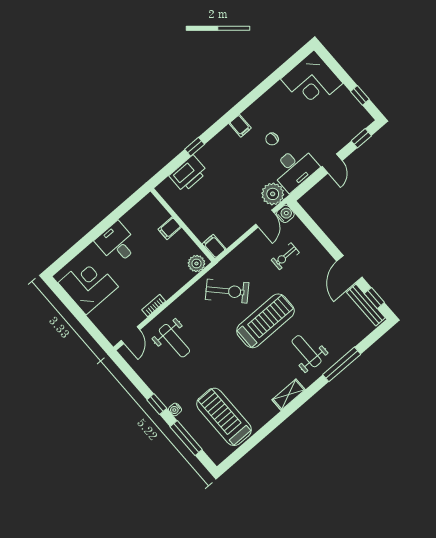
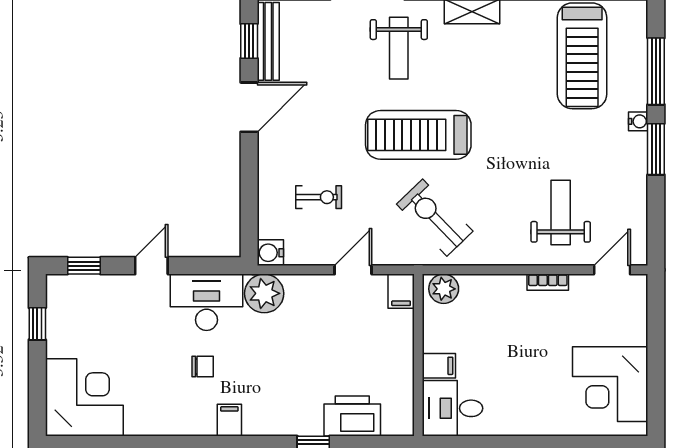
door: (265, 219) -> (353, 270), moved
desk: (117, 243) -> (452, 408), moved, turned 90
window: (157, 404) -> (656, 149), width x1.50

